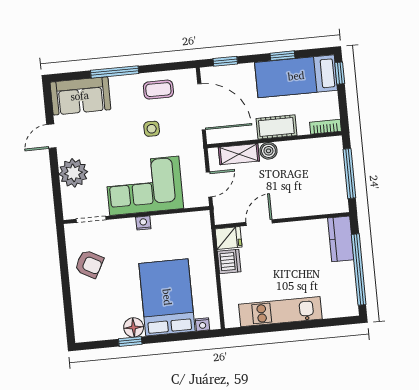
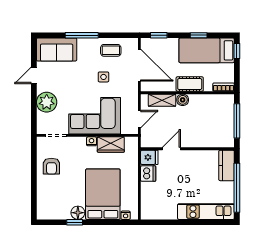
wardrobe: (172, 225) -> (111, 145), added
armchair: (89, 264) -> (51, 166), turned 62
kitchen unit: (280, 312) -> (206, 212), moved

